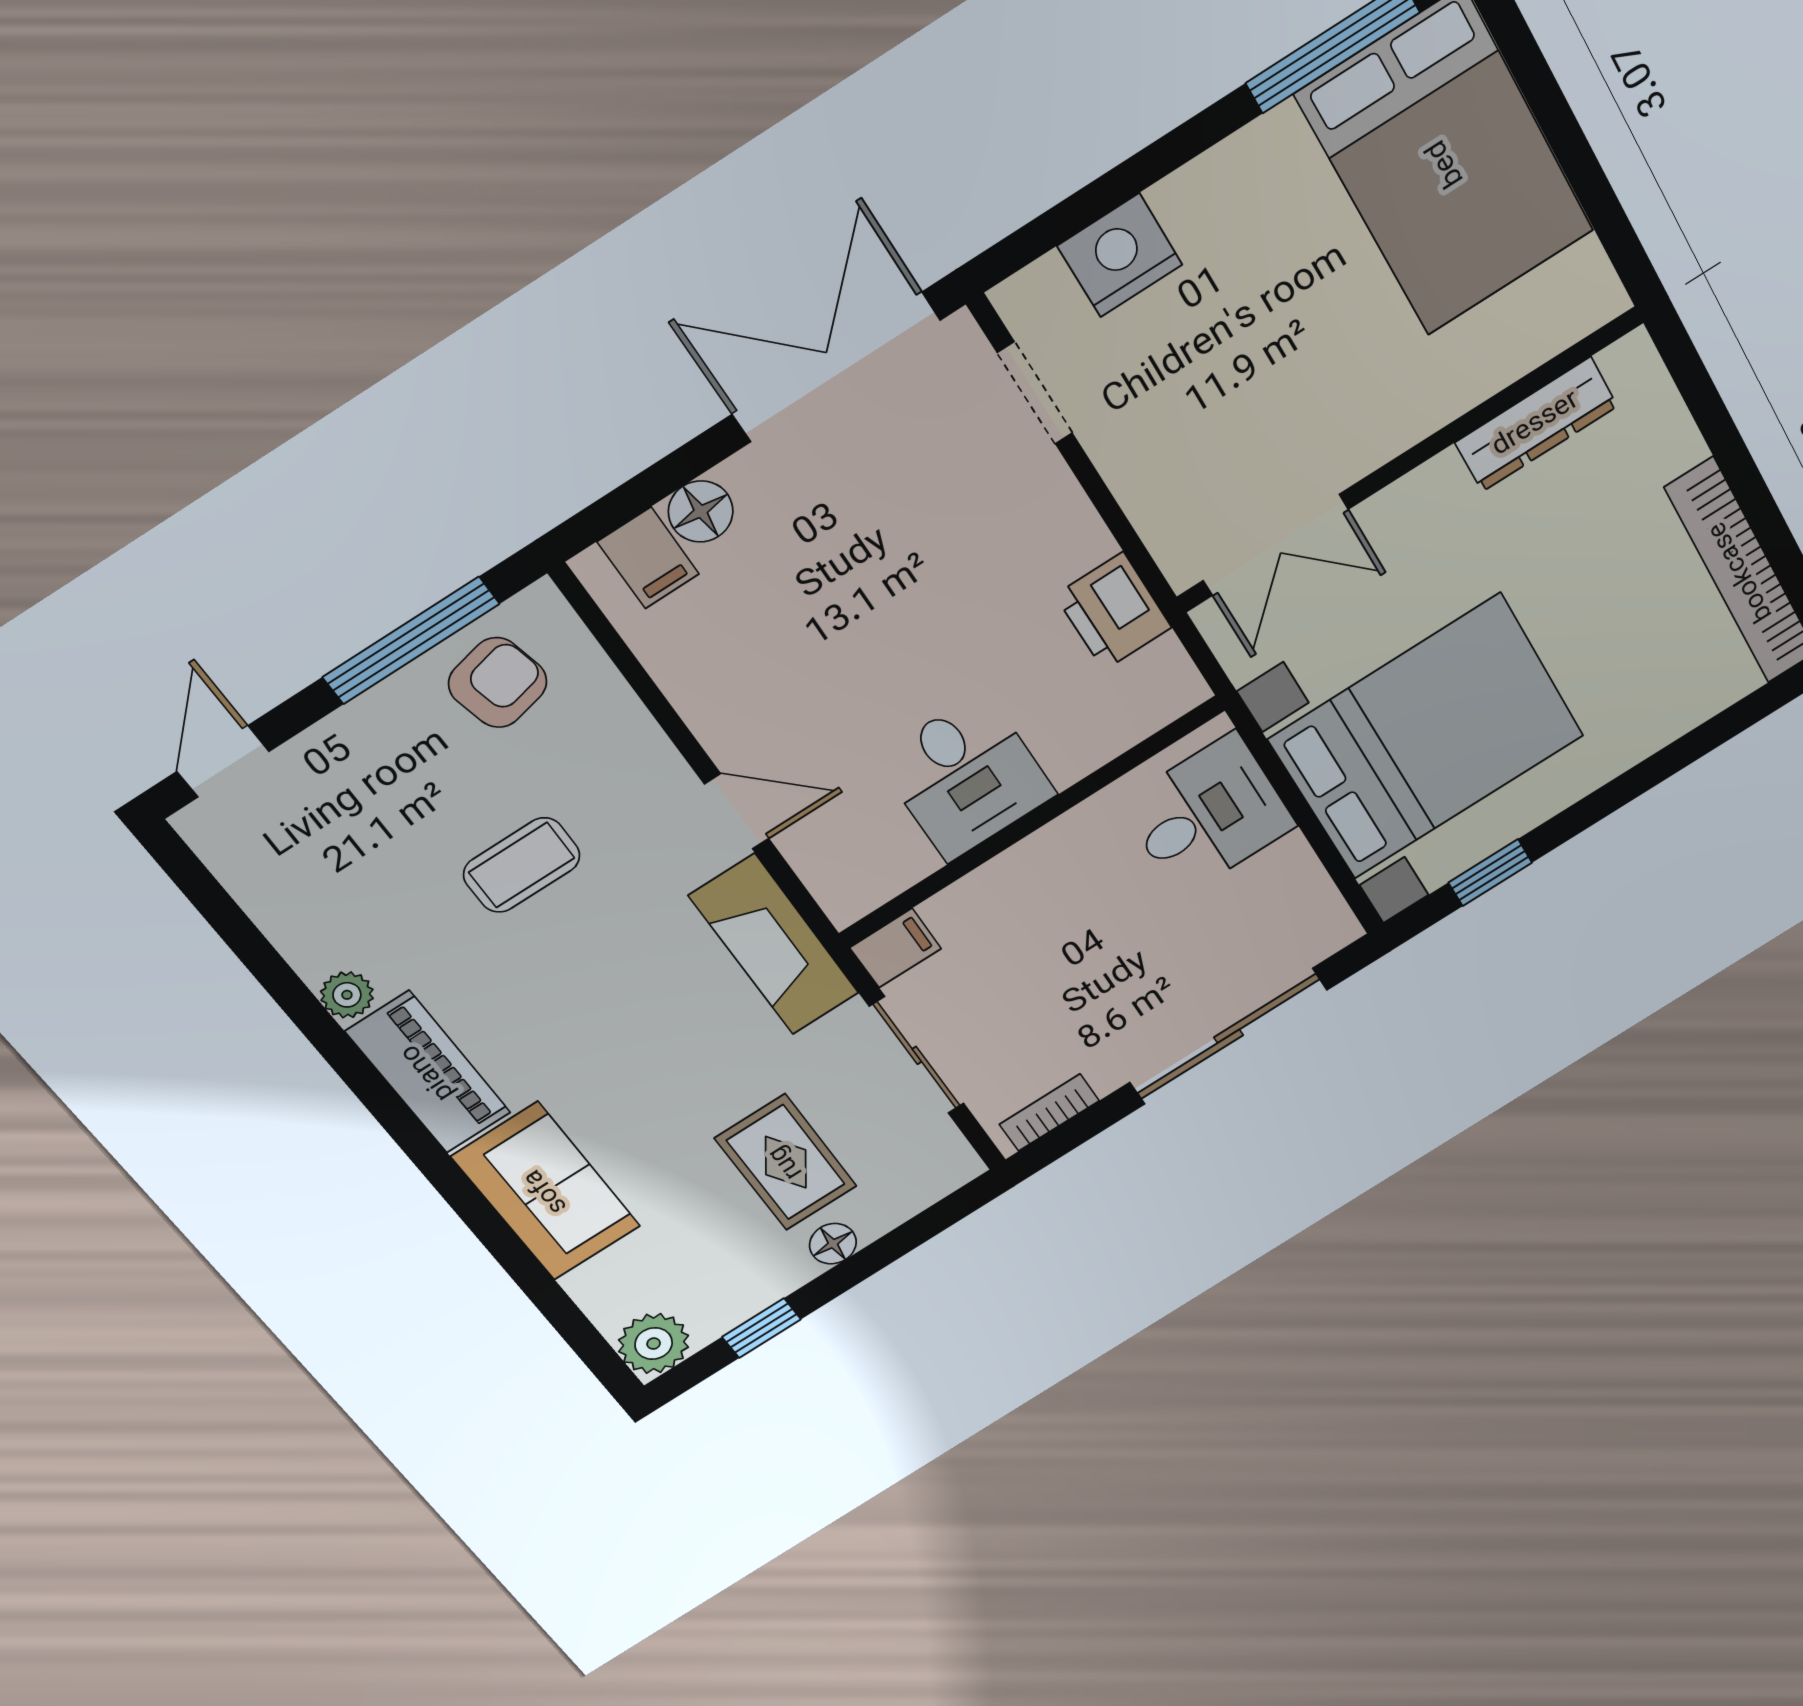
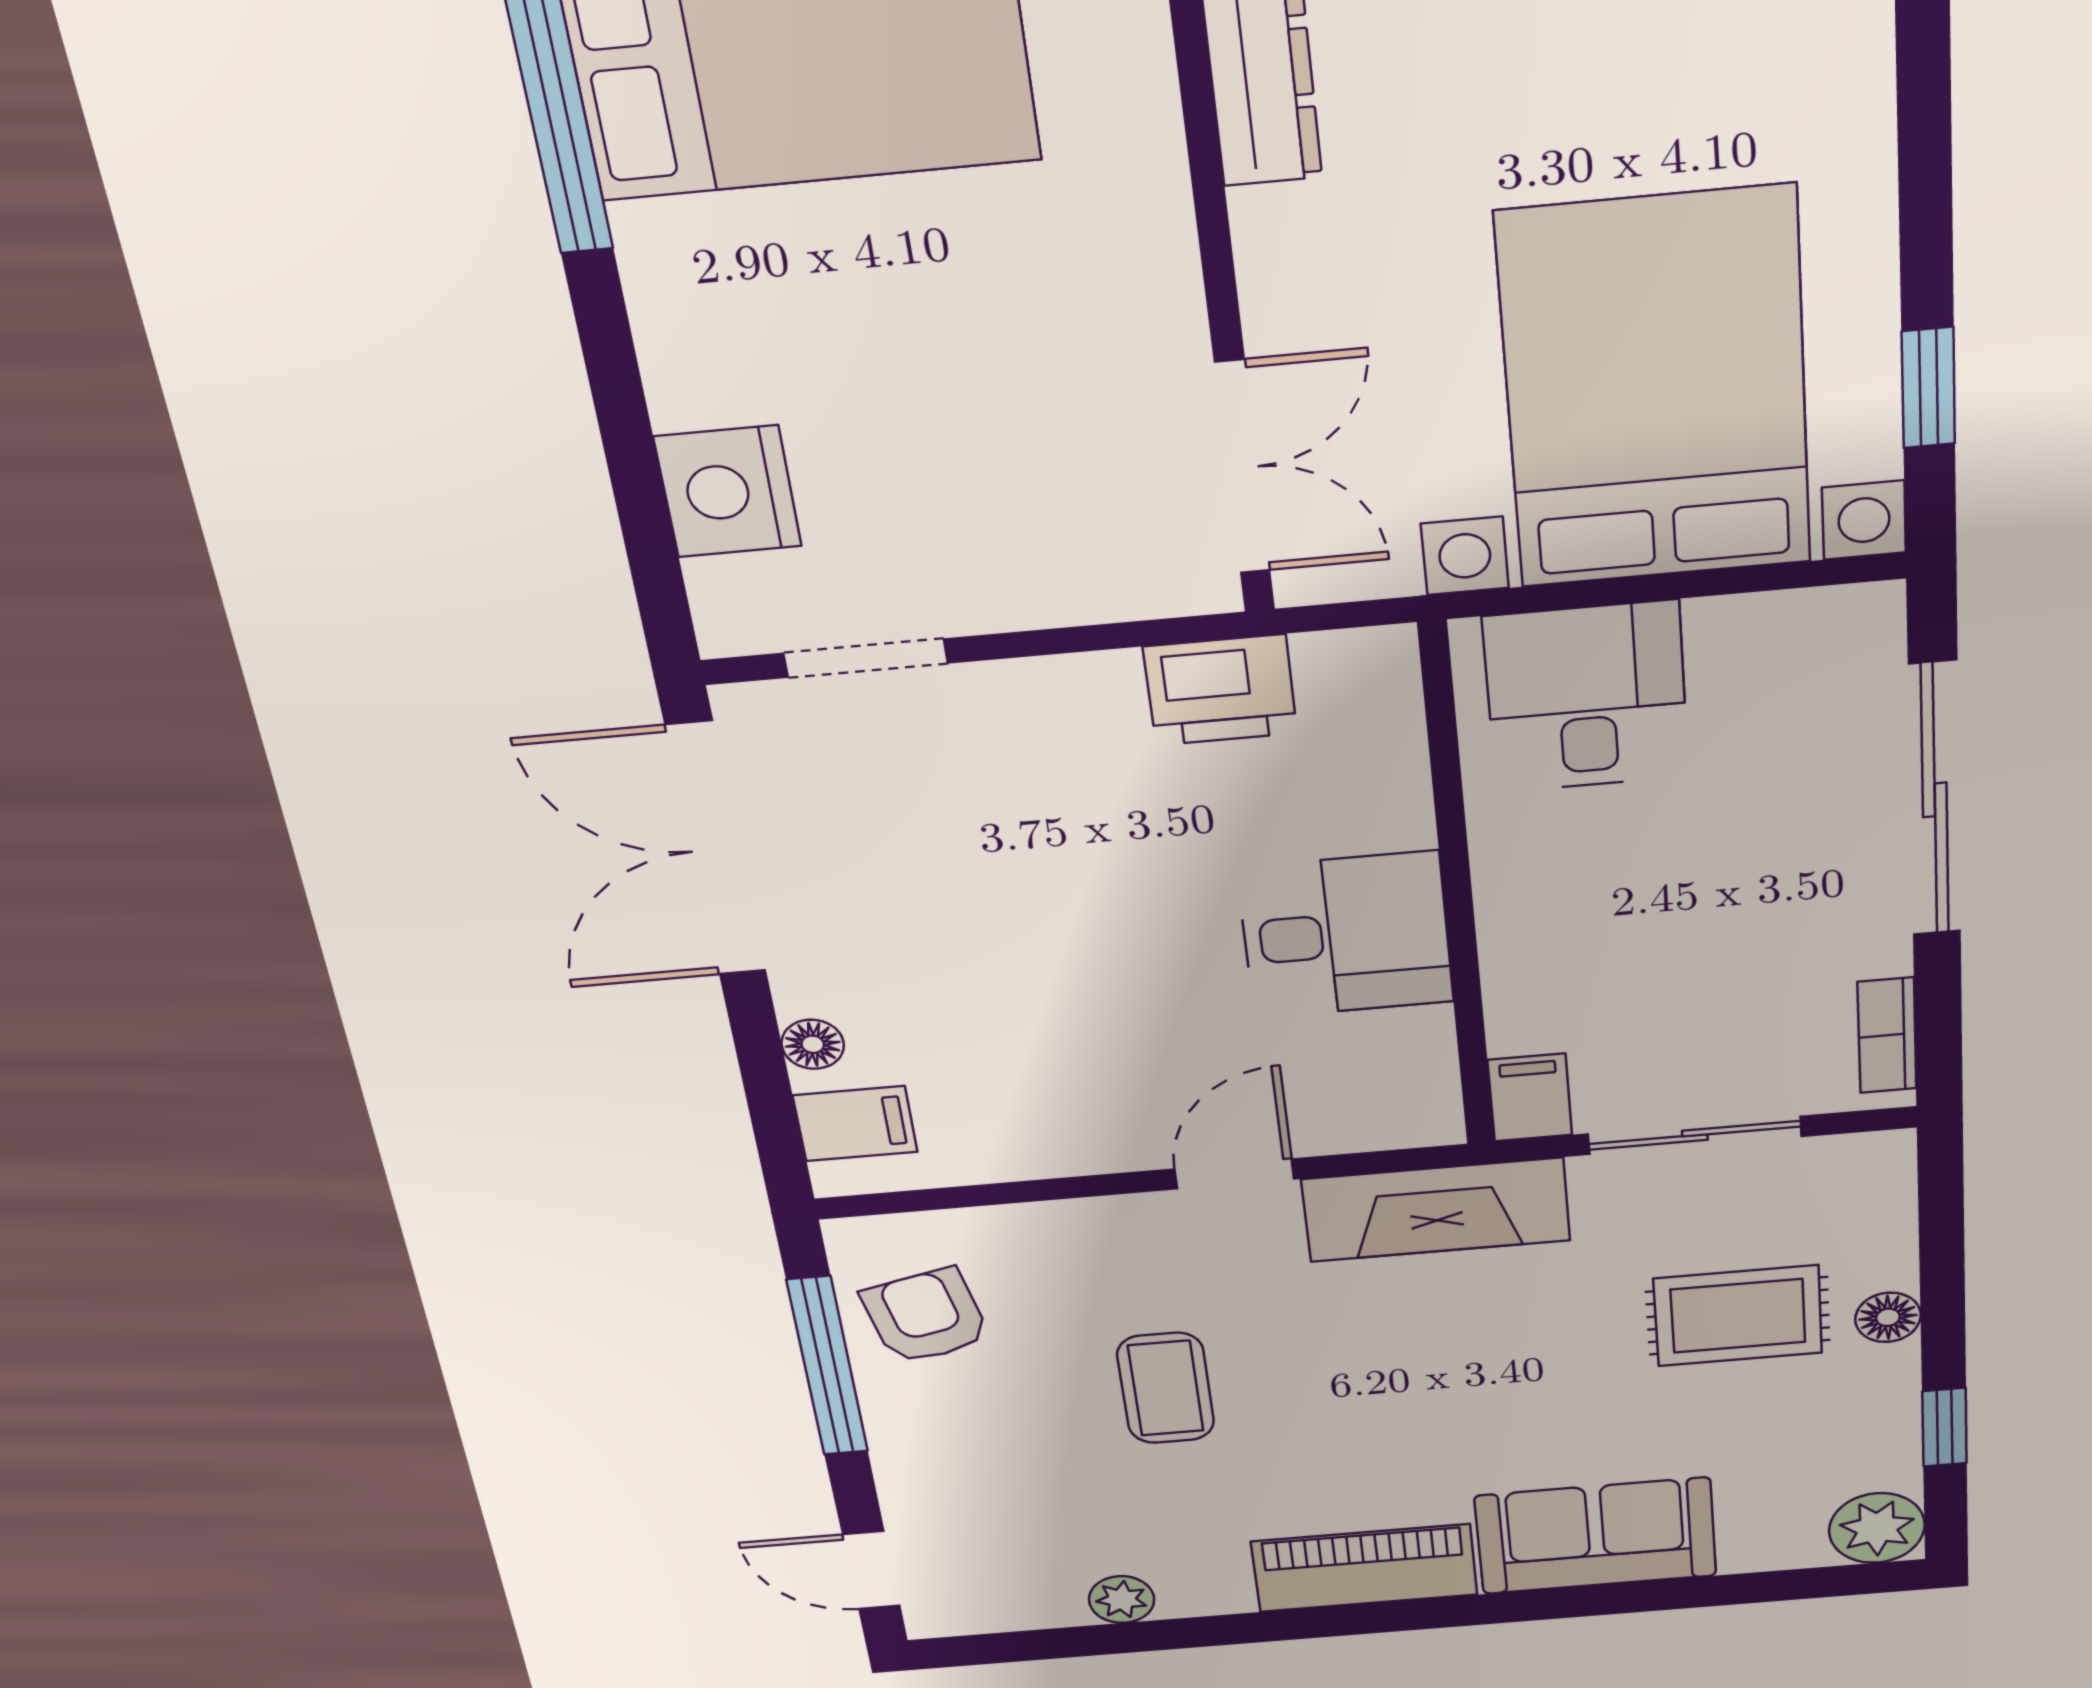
floor lamp: (701, 511) -> (813, 1044), width x0.73, depth x0.73
plant: (347, 995) -> (1122, 1600), moved

